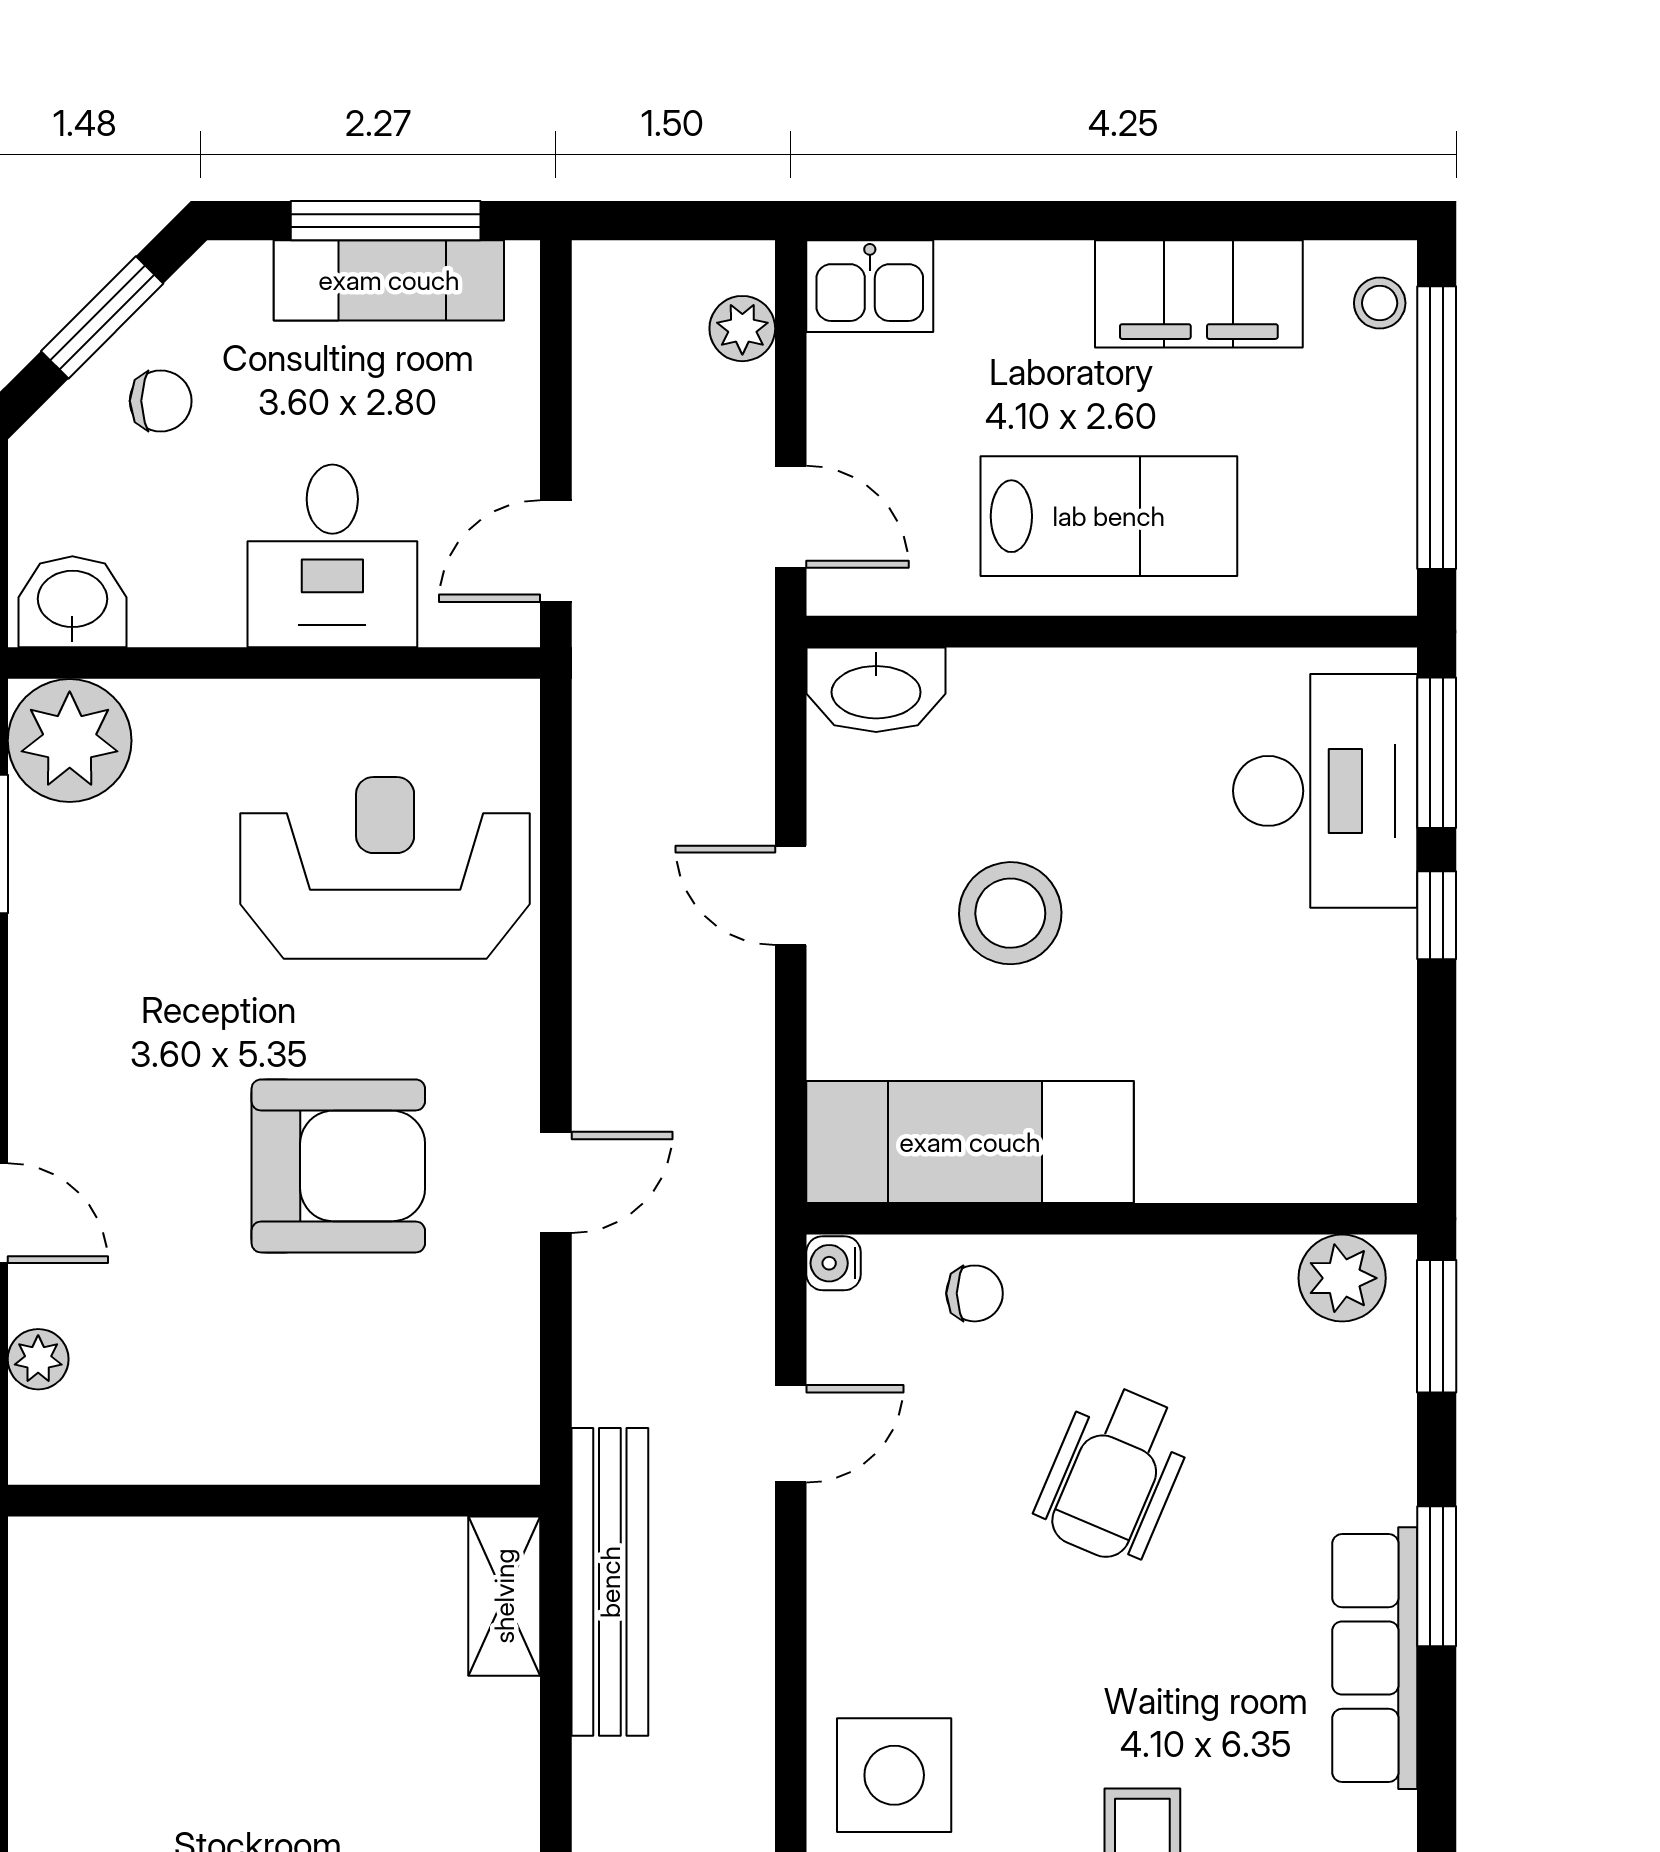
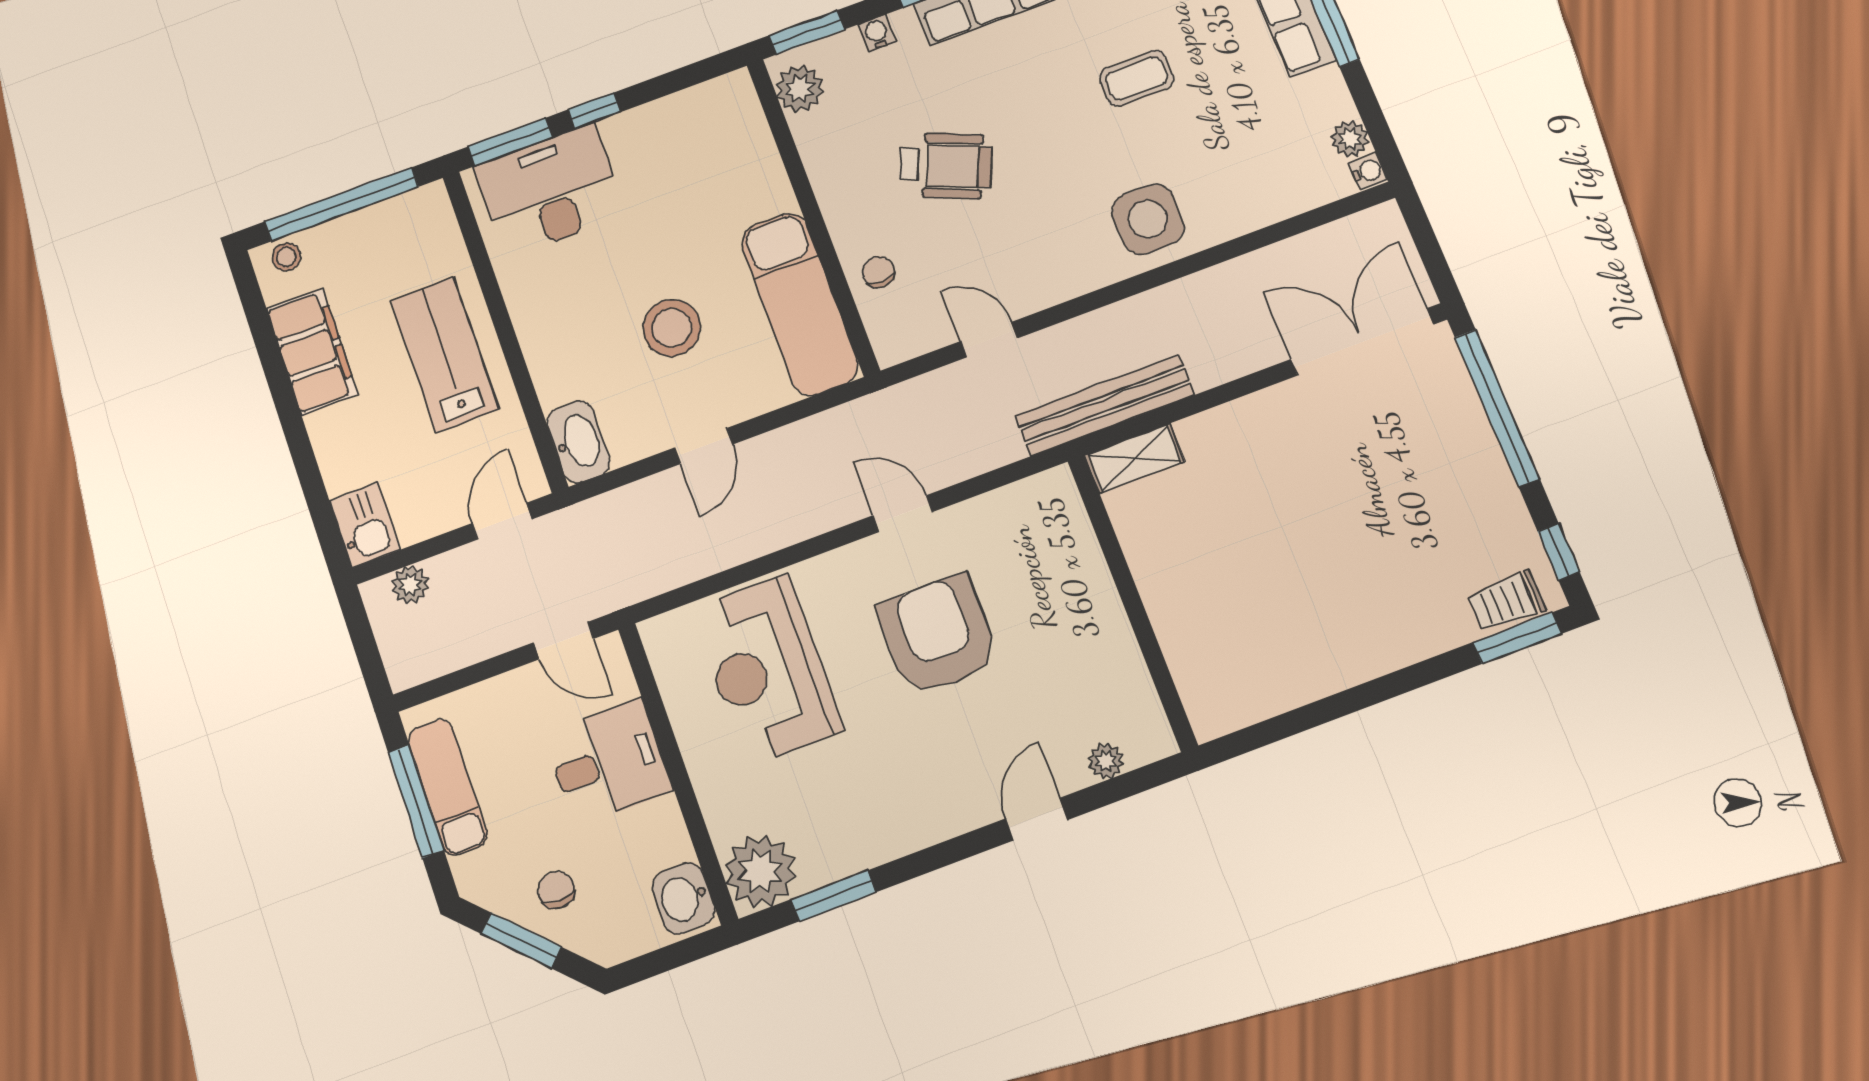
water cooler: (833, 1263) -> (877, 33), moved, turned 180

